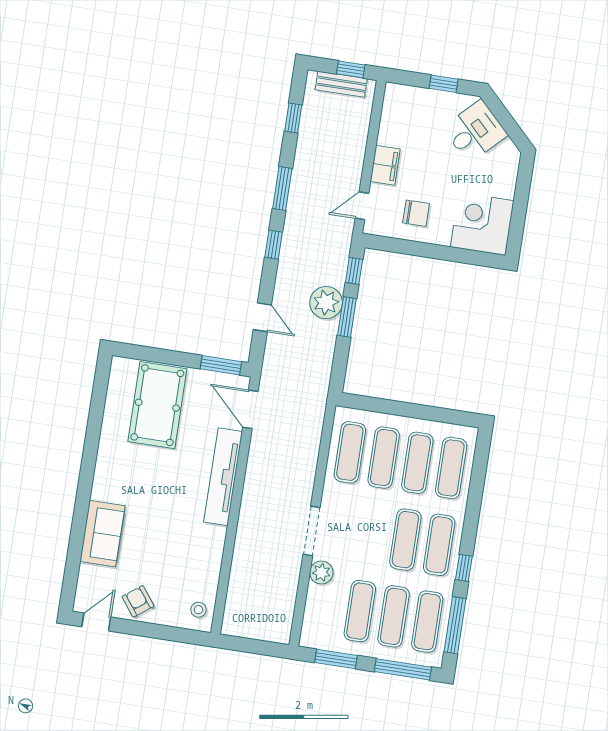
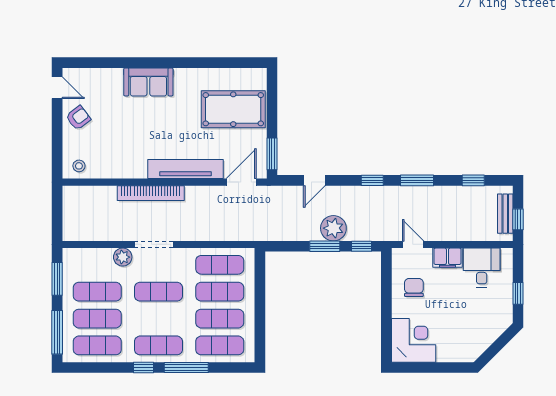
desk: (475, 131) -> (482, 268), moved, turned -135
chair: (416, 213) -> (414, 288), turned 180
bookcase: (247, 525) -> (151, 193), added
sofa: (102, 534) -> (148, 82), moved
exercise mat: (405, 540) -> (158, 292), moved
window: (455, 625) -> (186, 367), moved

